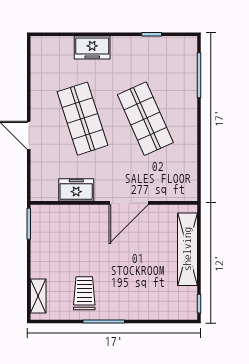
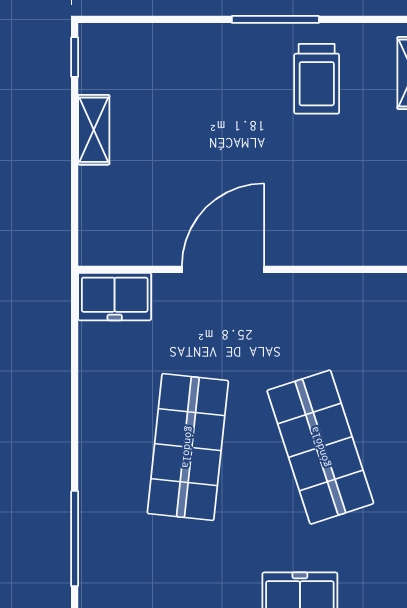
shop shelf: (145, 119) -> (188, 447), turned 30
freezer: (76, 190) -> (115, 297), moved
shelving: (187, 249) -> (94, 130), width x0.45, depth x0.75

